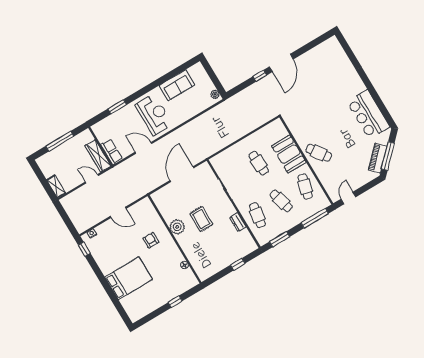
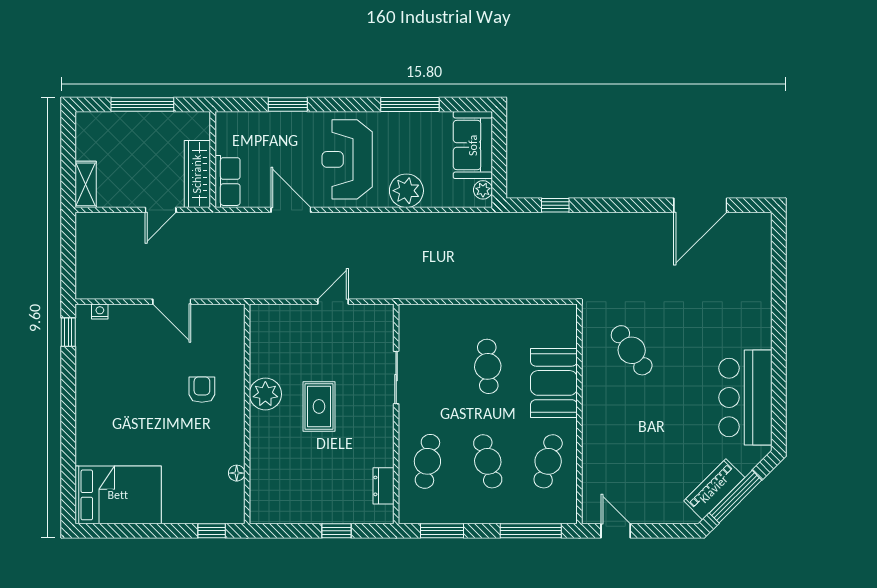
door: (281, 63) -> (700, 205), moved
window: (260, 76) -> (555, 205), moved
window: (166, 78) -> (410, 104), added
sofa: (177, 85) -> (473, 145), moved, turned 90
plant: (185, 113) -> (406, 191), added
reception desk: (154, 114) -> (347, 159), turned 180
cafe table: (319, 153) -> (632, 350), moved
door: (182, 174) -> (333, 302), width x0.53
door: (92, 179) -> (161, 210), swing flipped
door: (348, 198) -> (616, 531), hinge flipped
dresser: (238, 222) -> (383, 486), moved
bed: (129, 278) -> (118, 495), moved
window: (175, 302) -> (212, 531), moved

